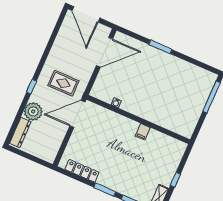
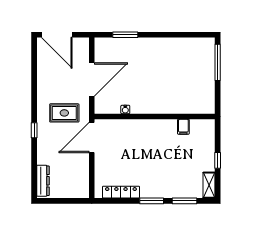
window: (160, 47) -> (125, 35), moved
door: (104, 52) -> (92, 79), moved
plant: (33, 111) -> (47, 154), removed
filing cabinet: (143, 132) -> (183, 127), moved

